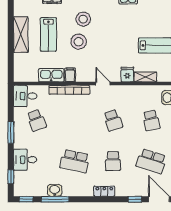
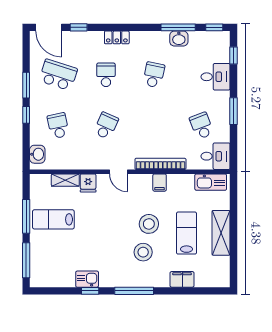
kitchen sink: (51, 75) -> (211, 182), moved
school desk: (113, 120) -> (106, 126), turned 42
school desk: (75, 161) -> (154, 75), width x0.54

